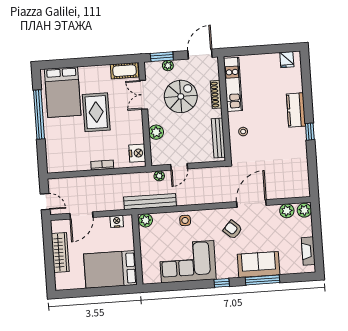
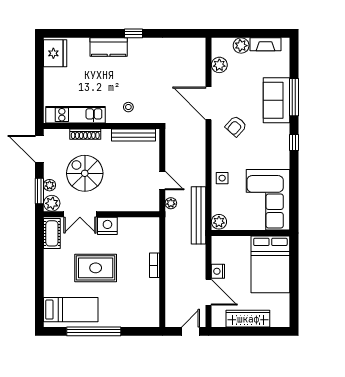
fridge: (287, 60) -> (55, 53), width x1.88, depth x1.34
bed: (63, 92) -> (71, 310), width x0.67
plant: (156, 132) -> (52, 203), moved
nightstand: (137, 153) -> (107, 226), moved
plant: (304, 210) -> (241, 46), moved
nightstand: (117, 221) -> (218, 271), moved
corner sofa: (188, 262) -> (268, 200), moved

